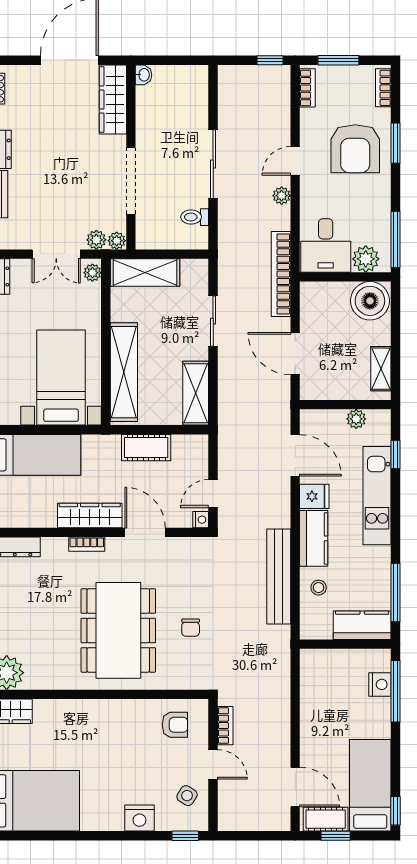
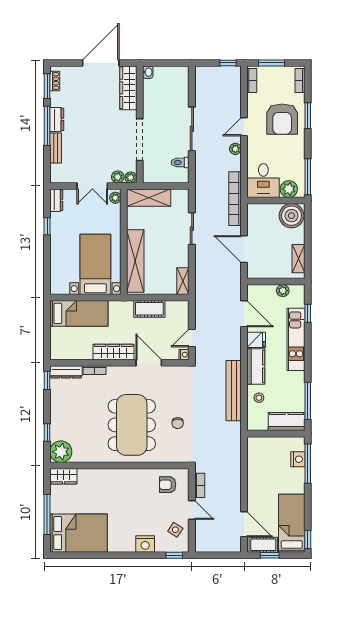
shelving: (196, 393) -> (183, 281), width x0.67, depth x0.75
bookcase: (87, 544) -> (95, 370), moved
armchair: (175, 725) -> (168, 485), turned 180

